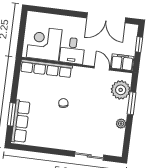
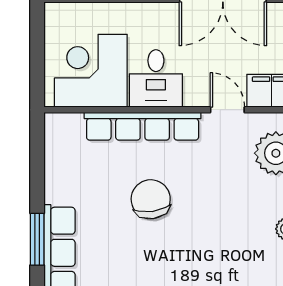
row of seats: (46, 69) -> (143, 126), moved
chair: (63, 103) -> (151, 199), width x1.87, depth x1.87

